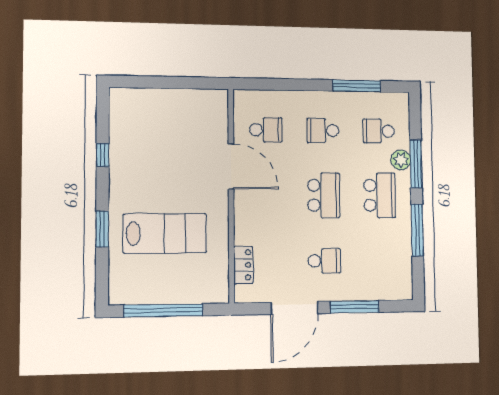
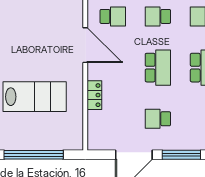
school desk: (324, 261) -> (158, 119), turned 180
locker: (243, 265) -> (94, 95), moved

